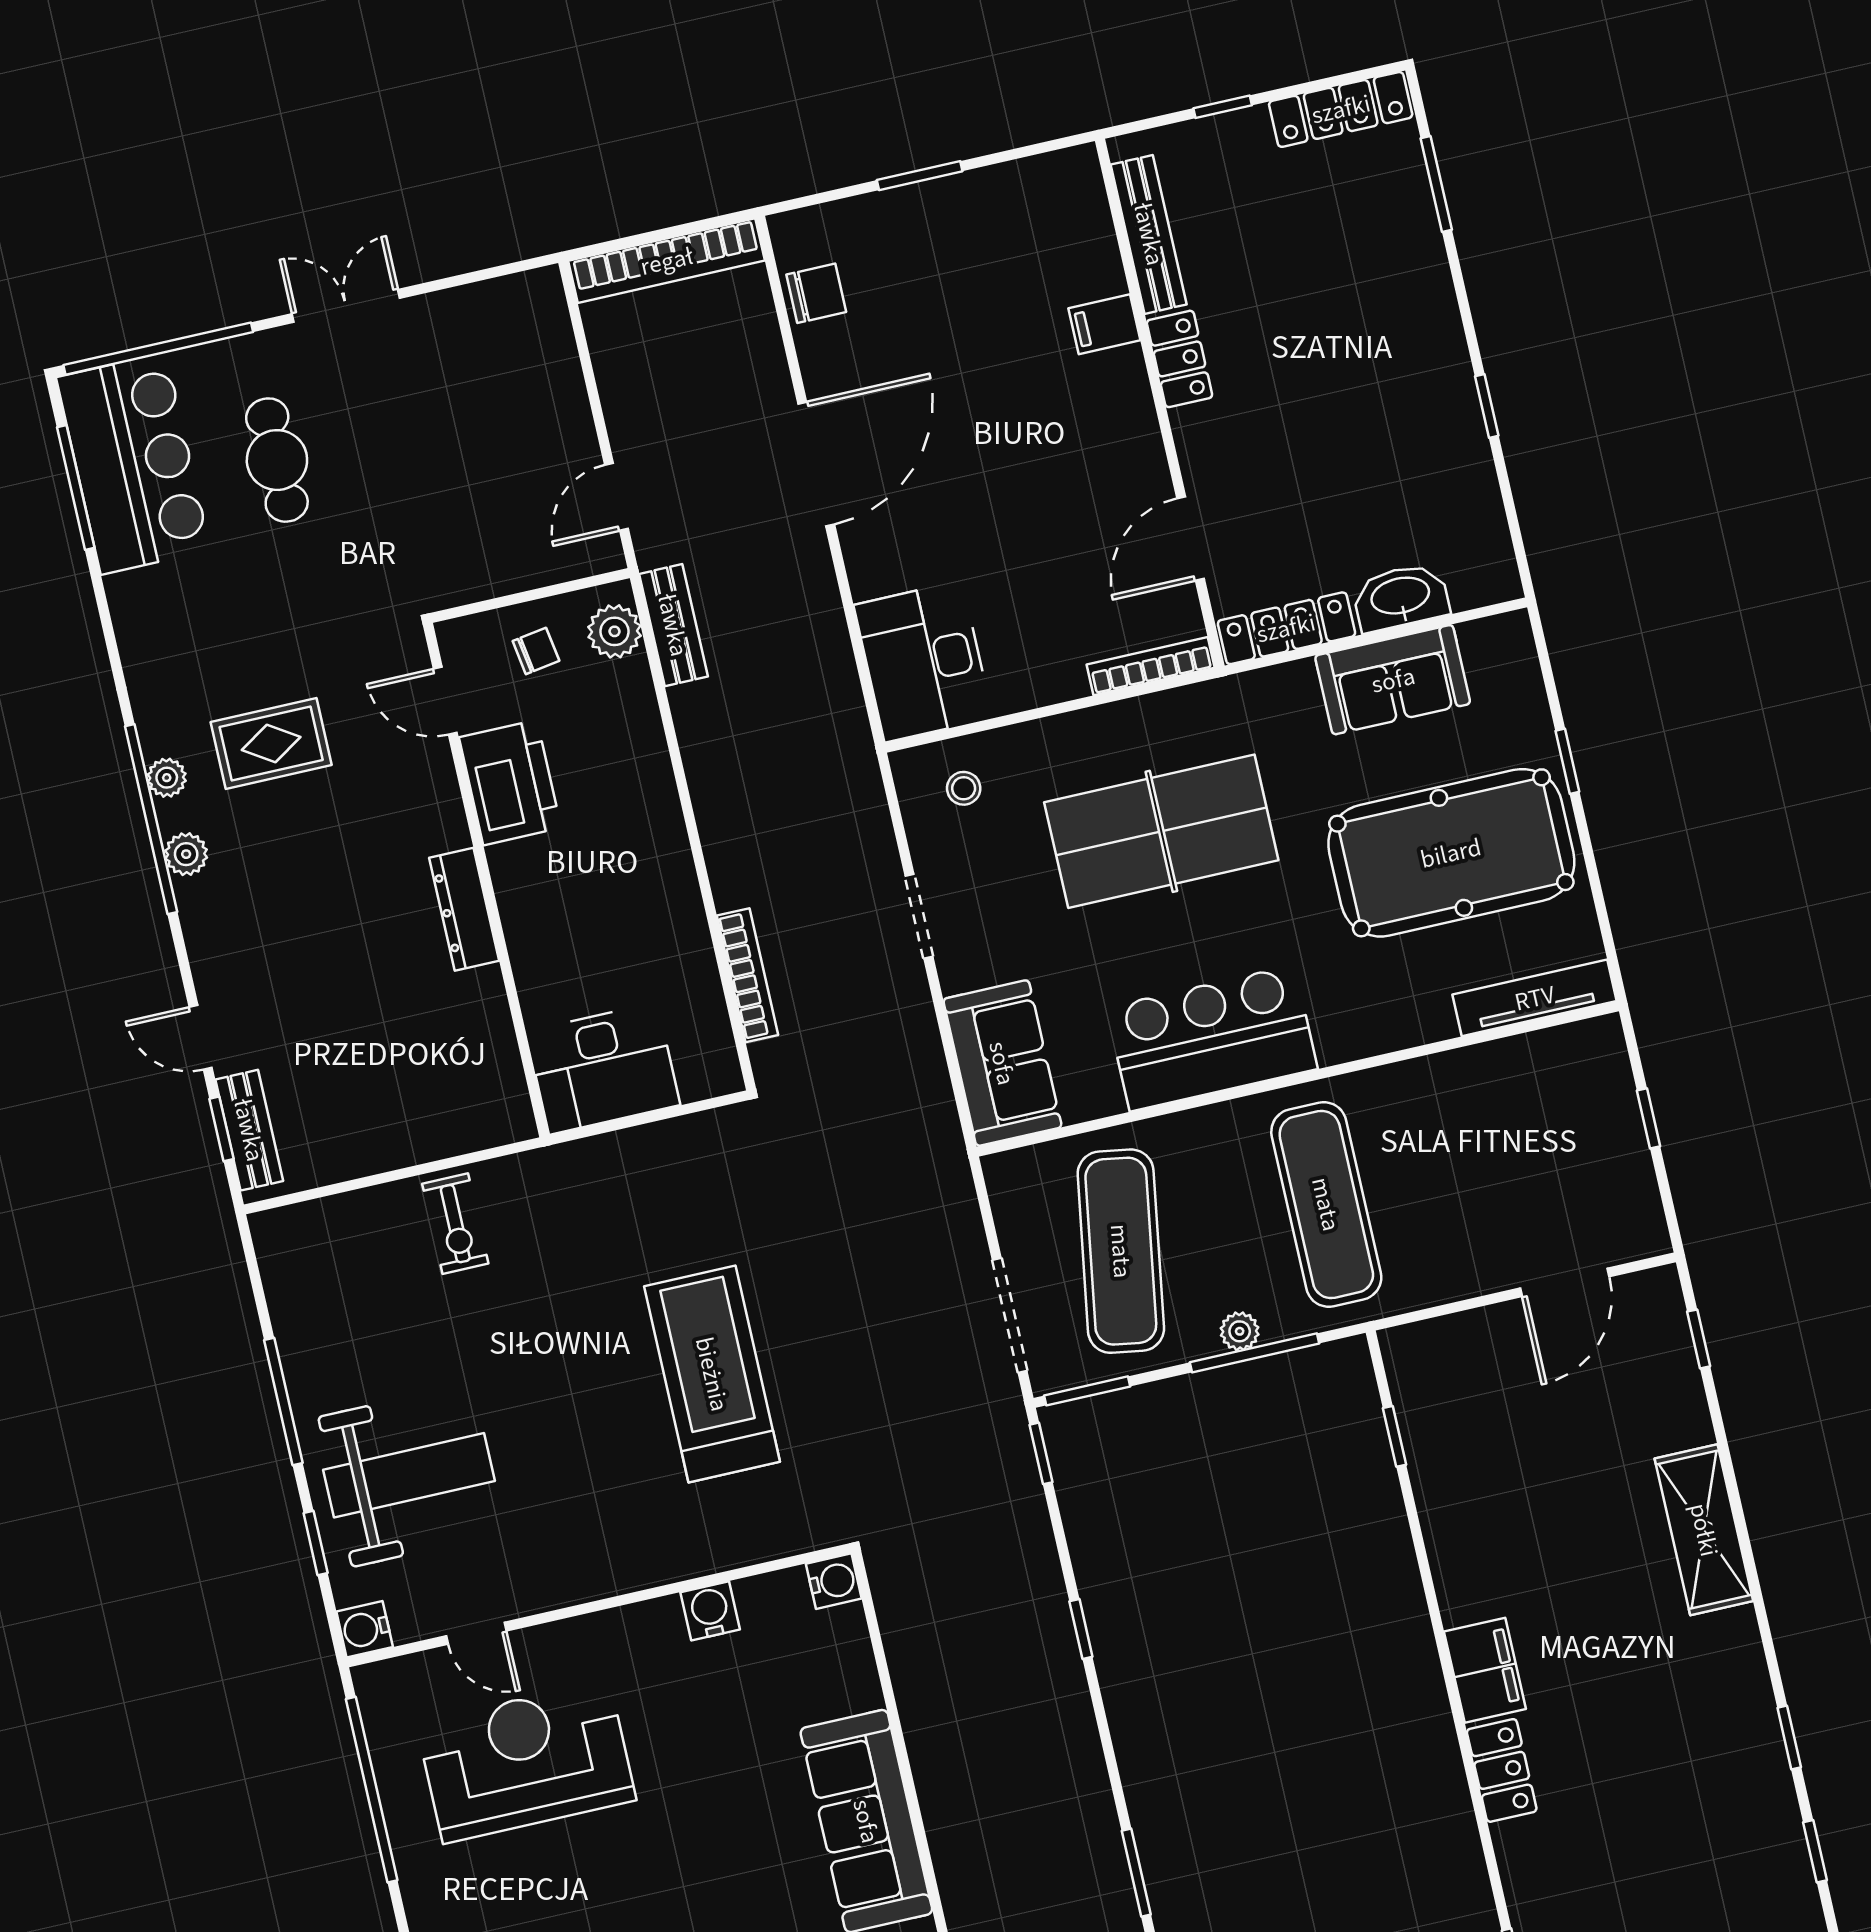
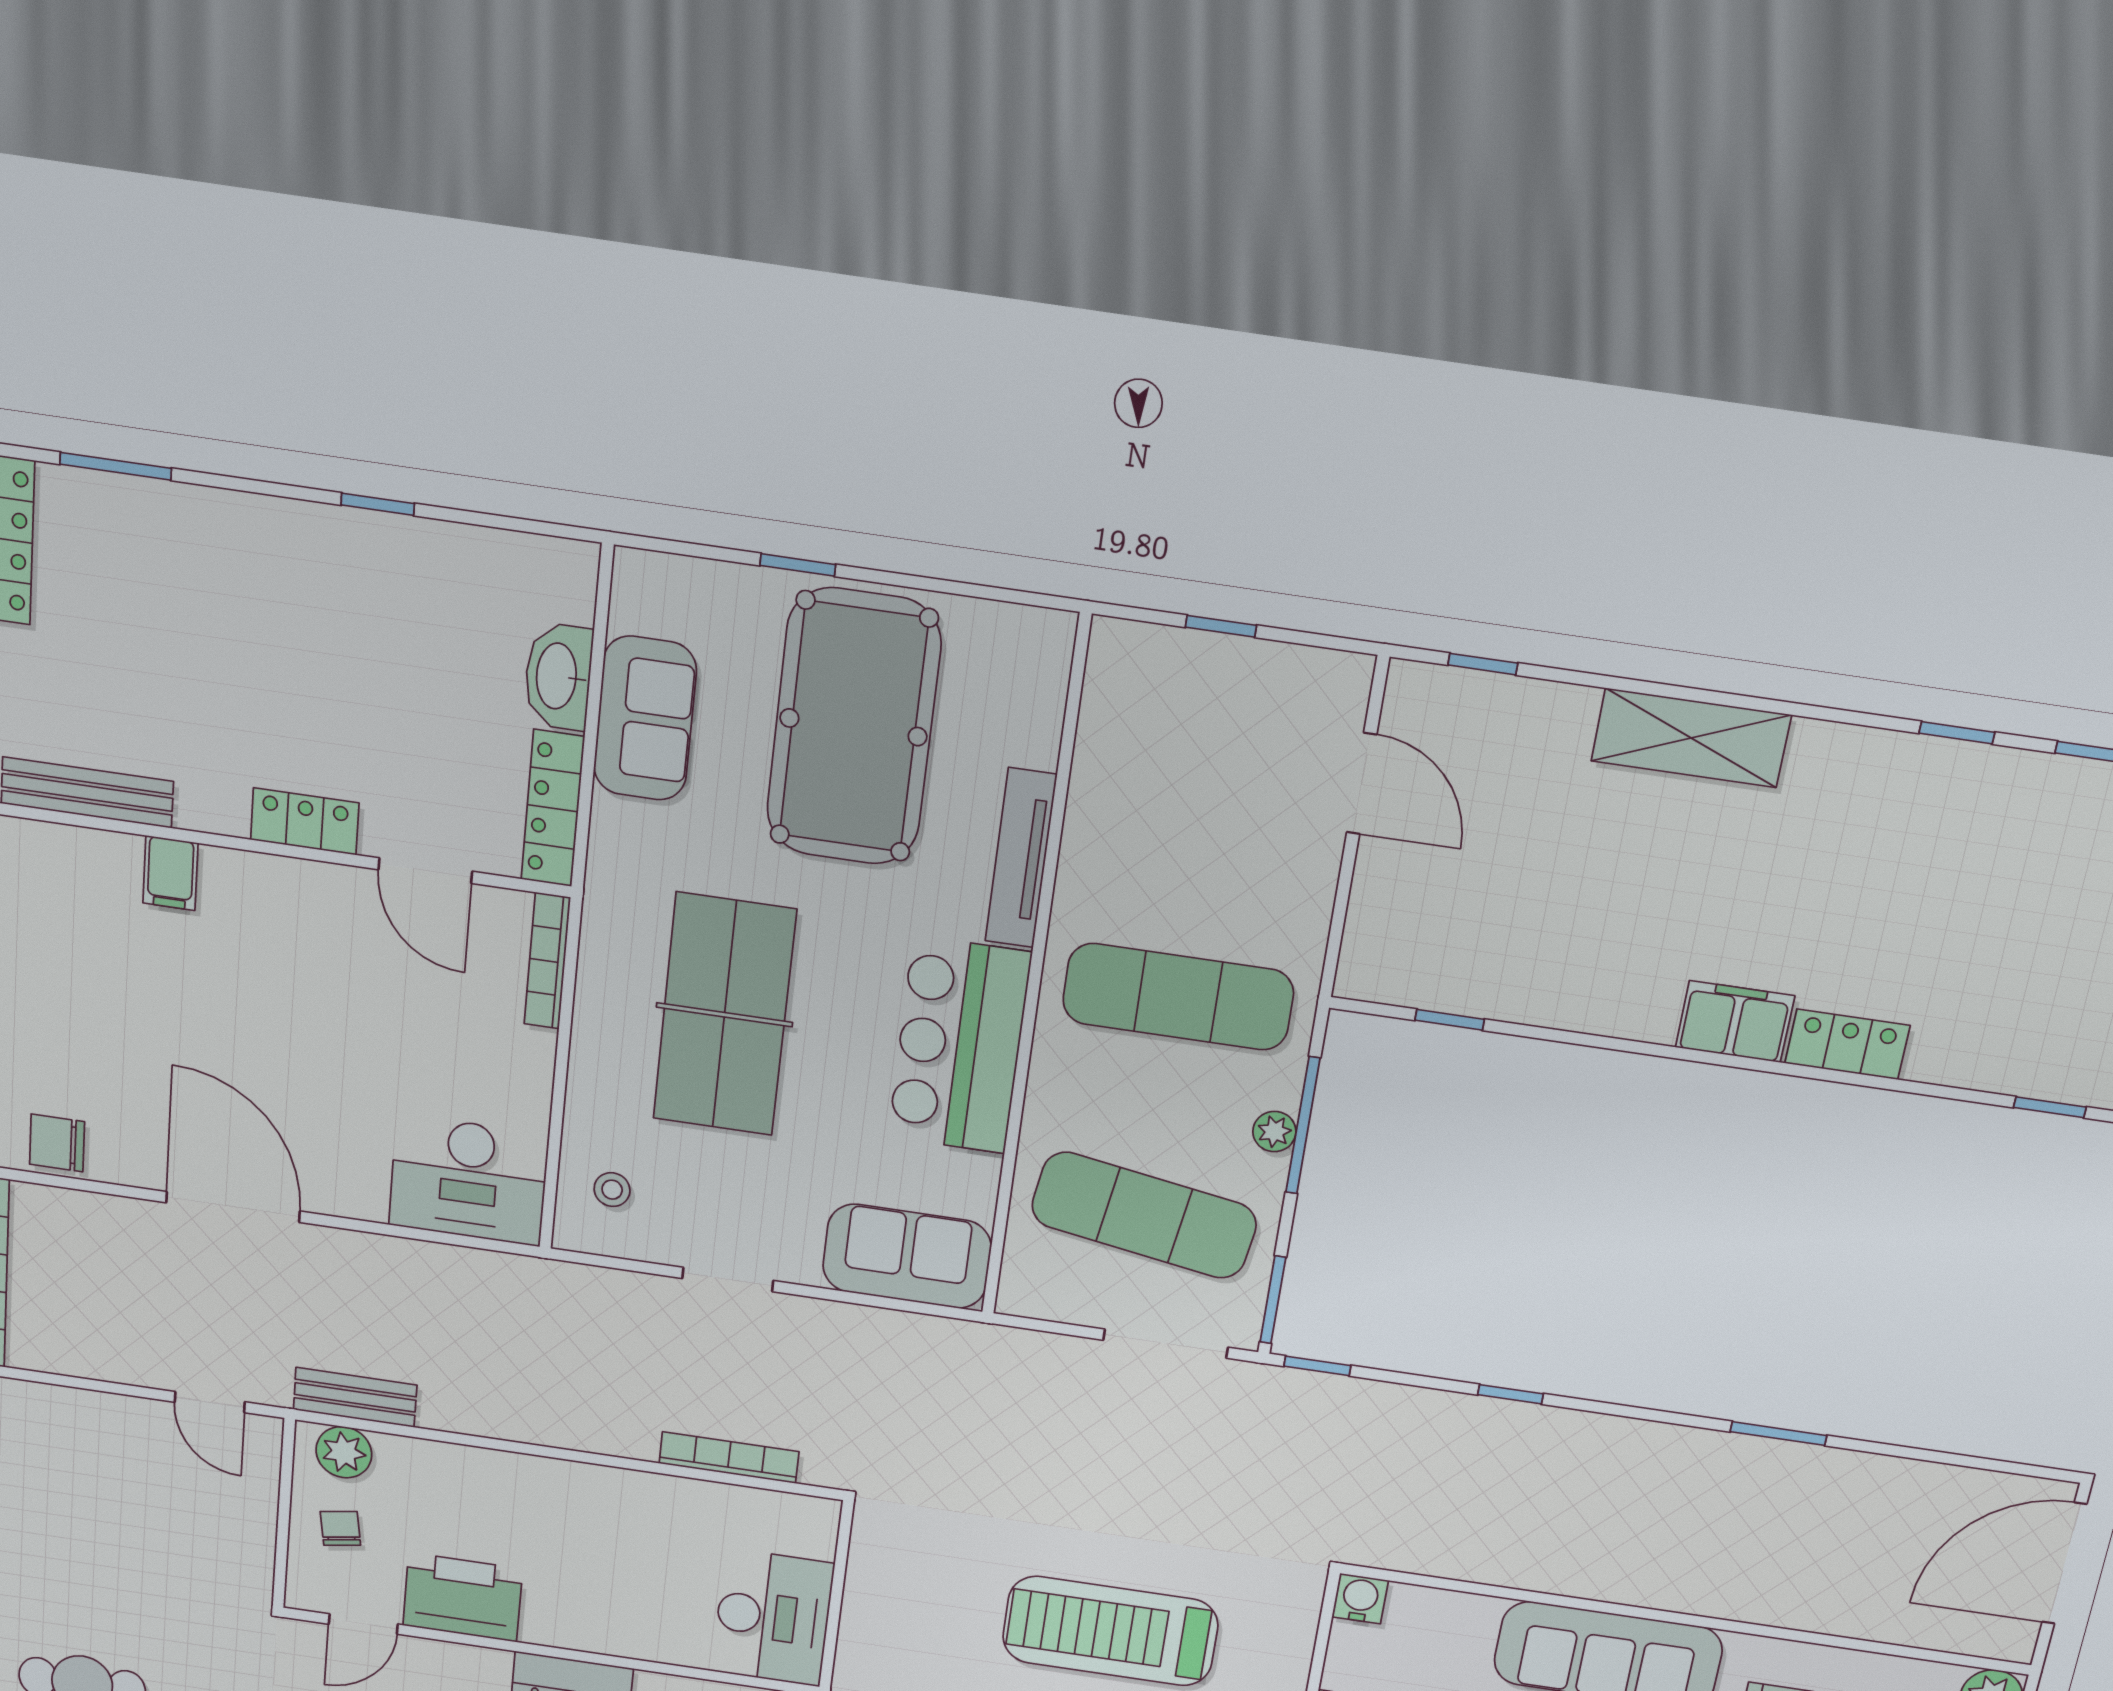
chair: (816, 293) -> (57, 1143), turned -90
locker: (1179, 359) -> (305, 821), moved
tv unit: (1535, 998) -> (1021, 858), moved

